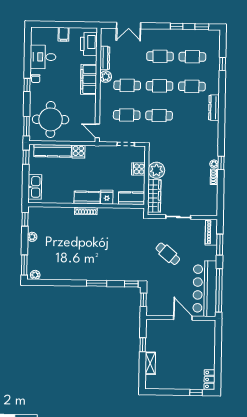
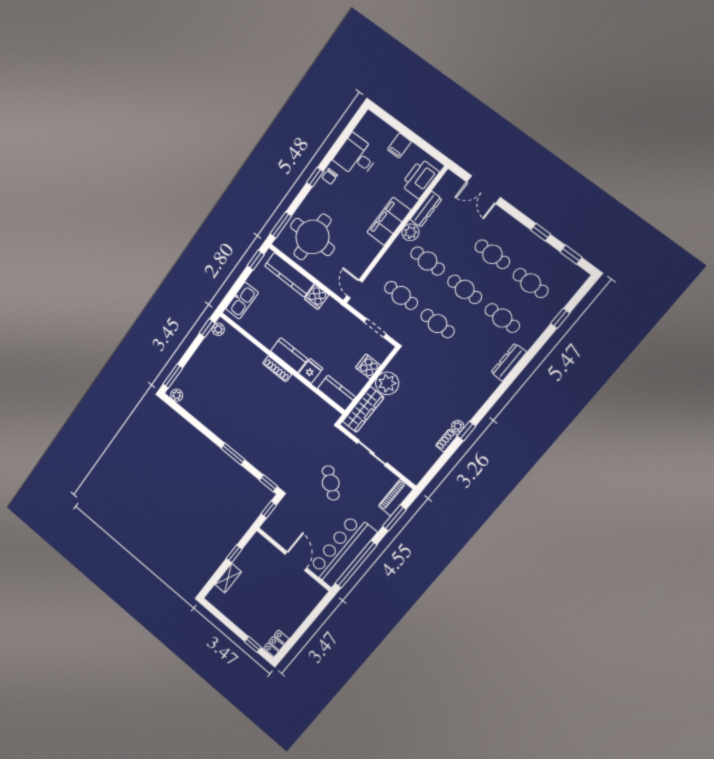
plant: (32, 237) -> (218, 329), moved

